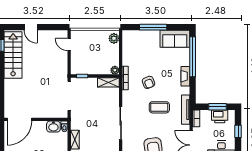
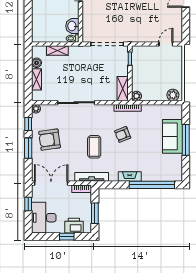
sofa: (175, 39) -> (172, 136), moved
printer: (220, 116) -> (74, 226), moved, turned 90

